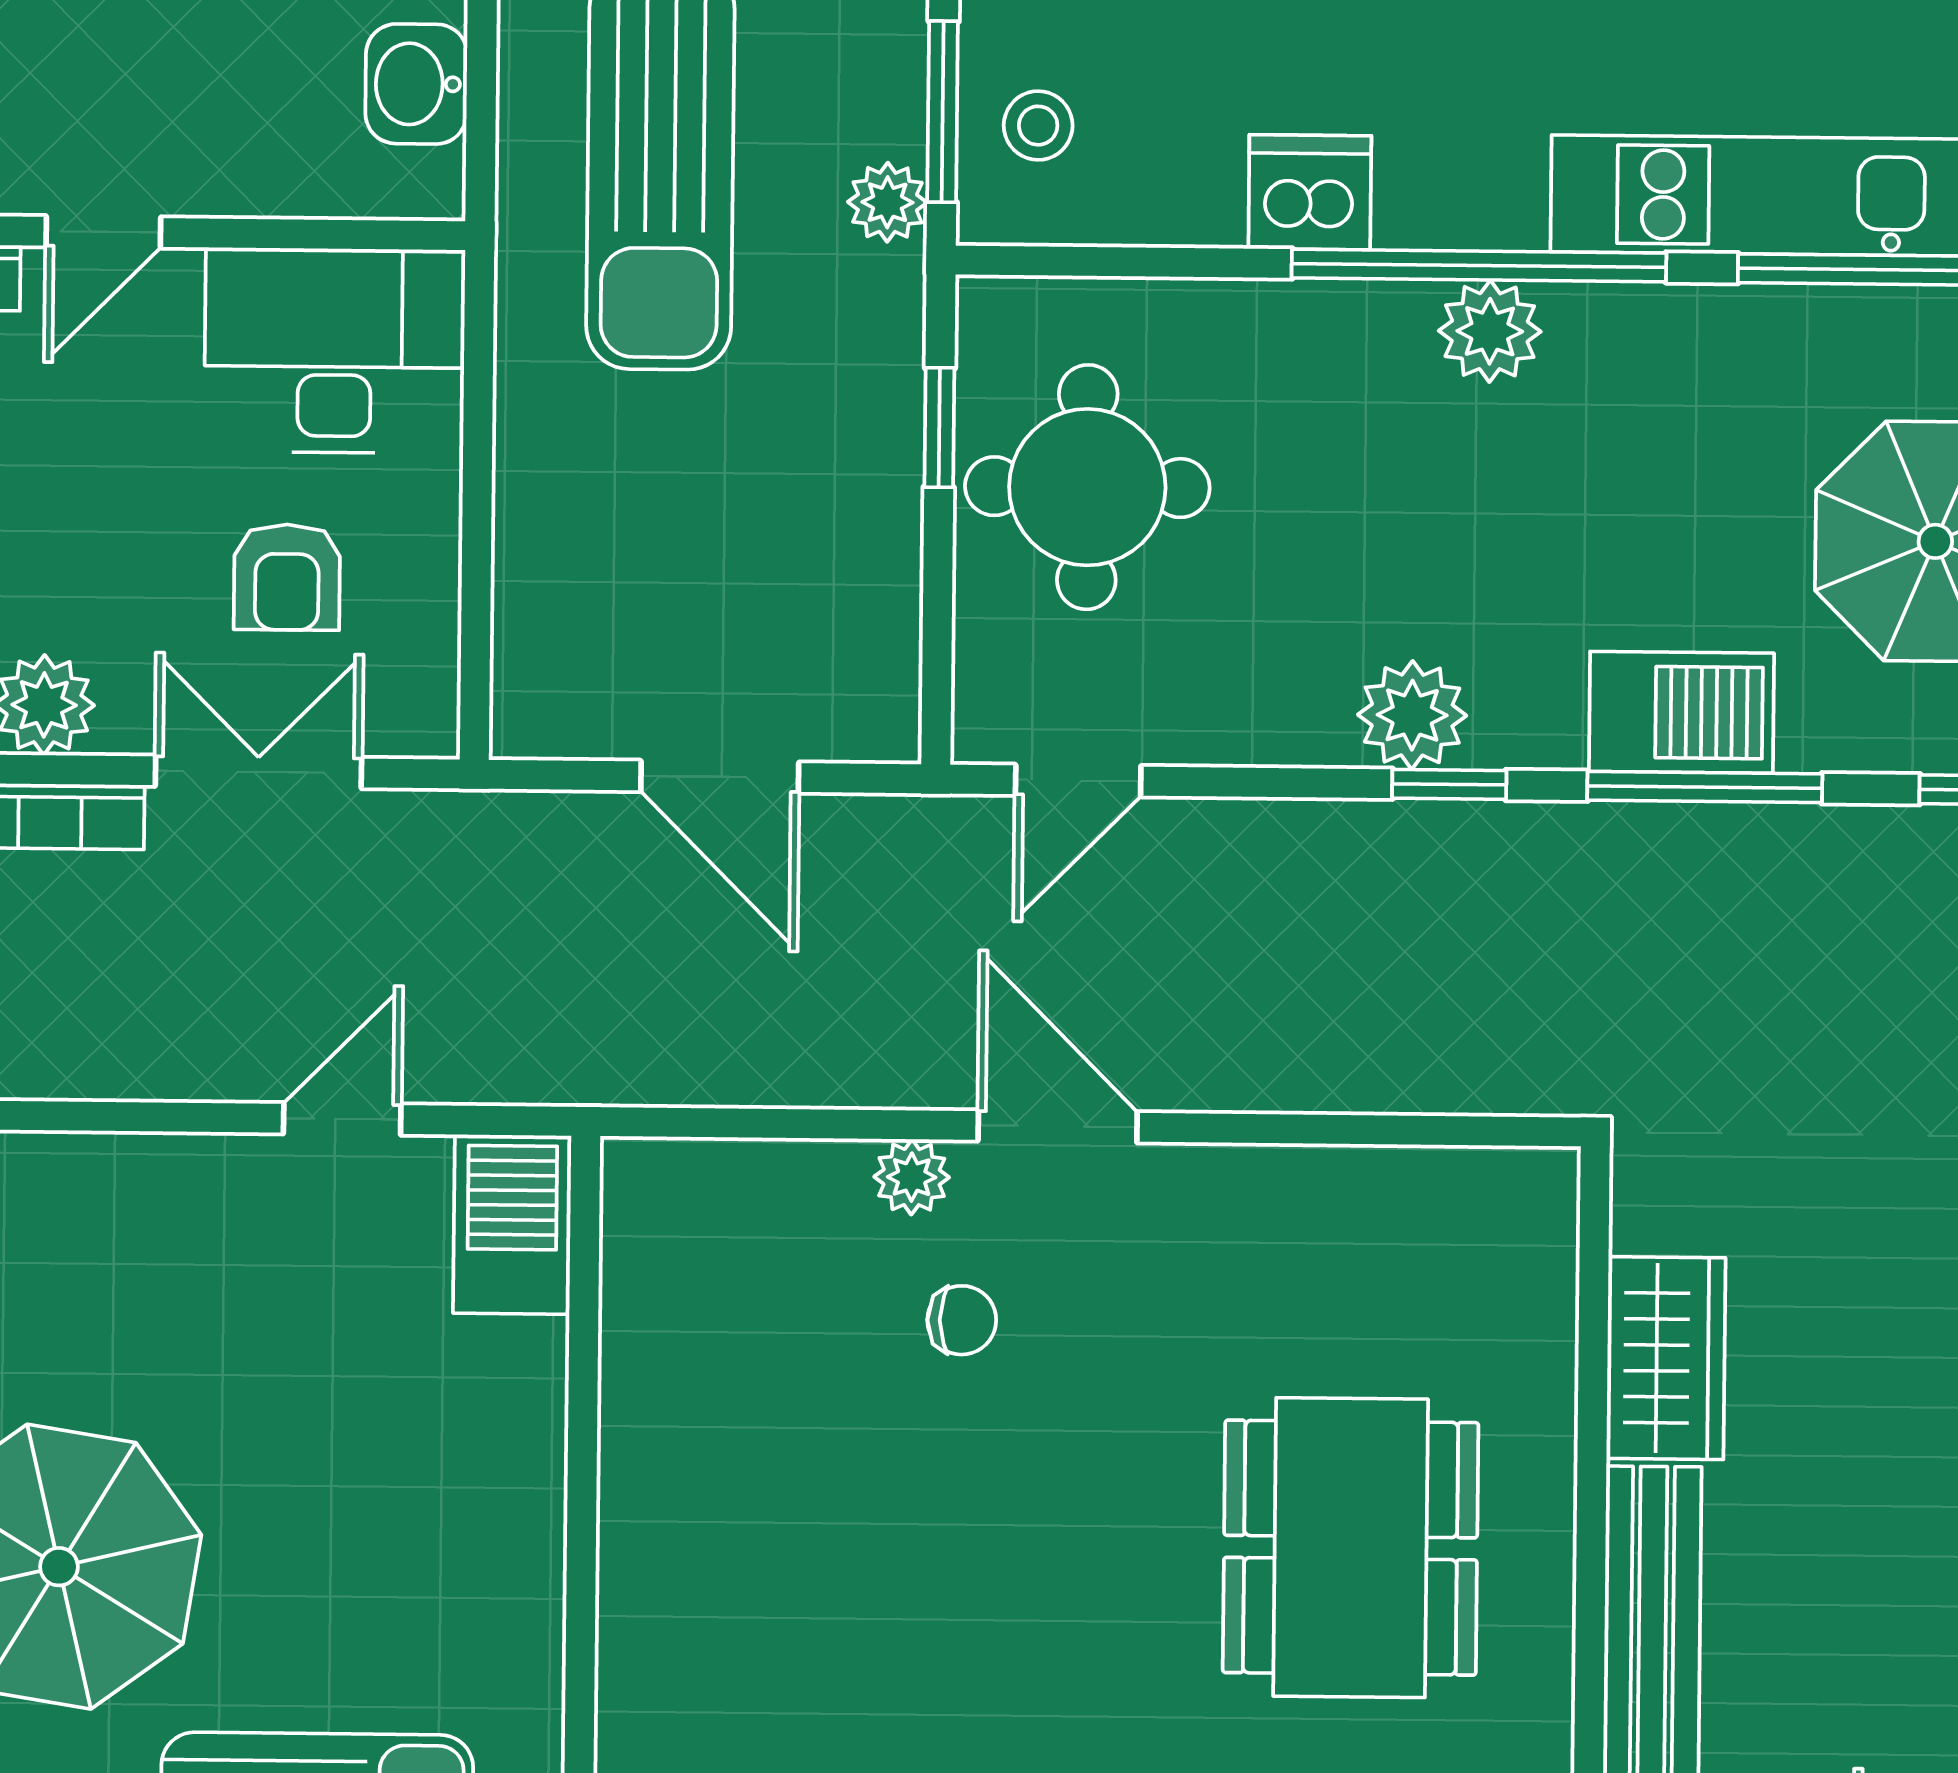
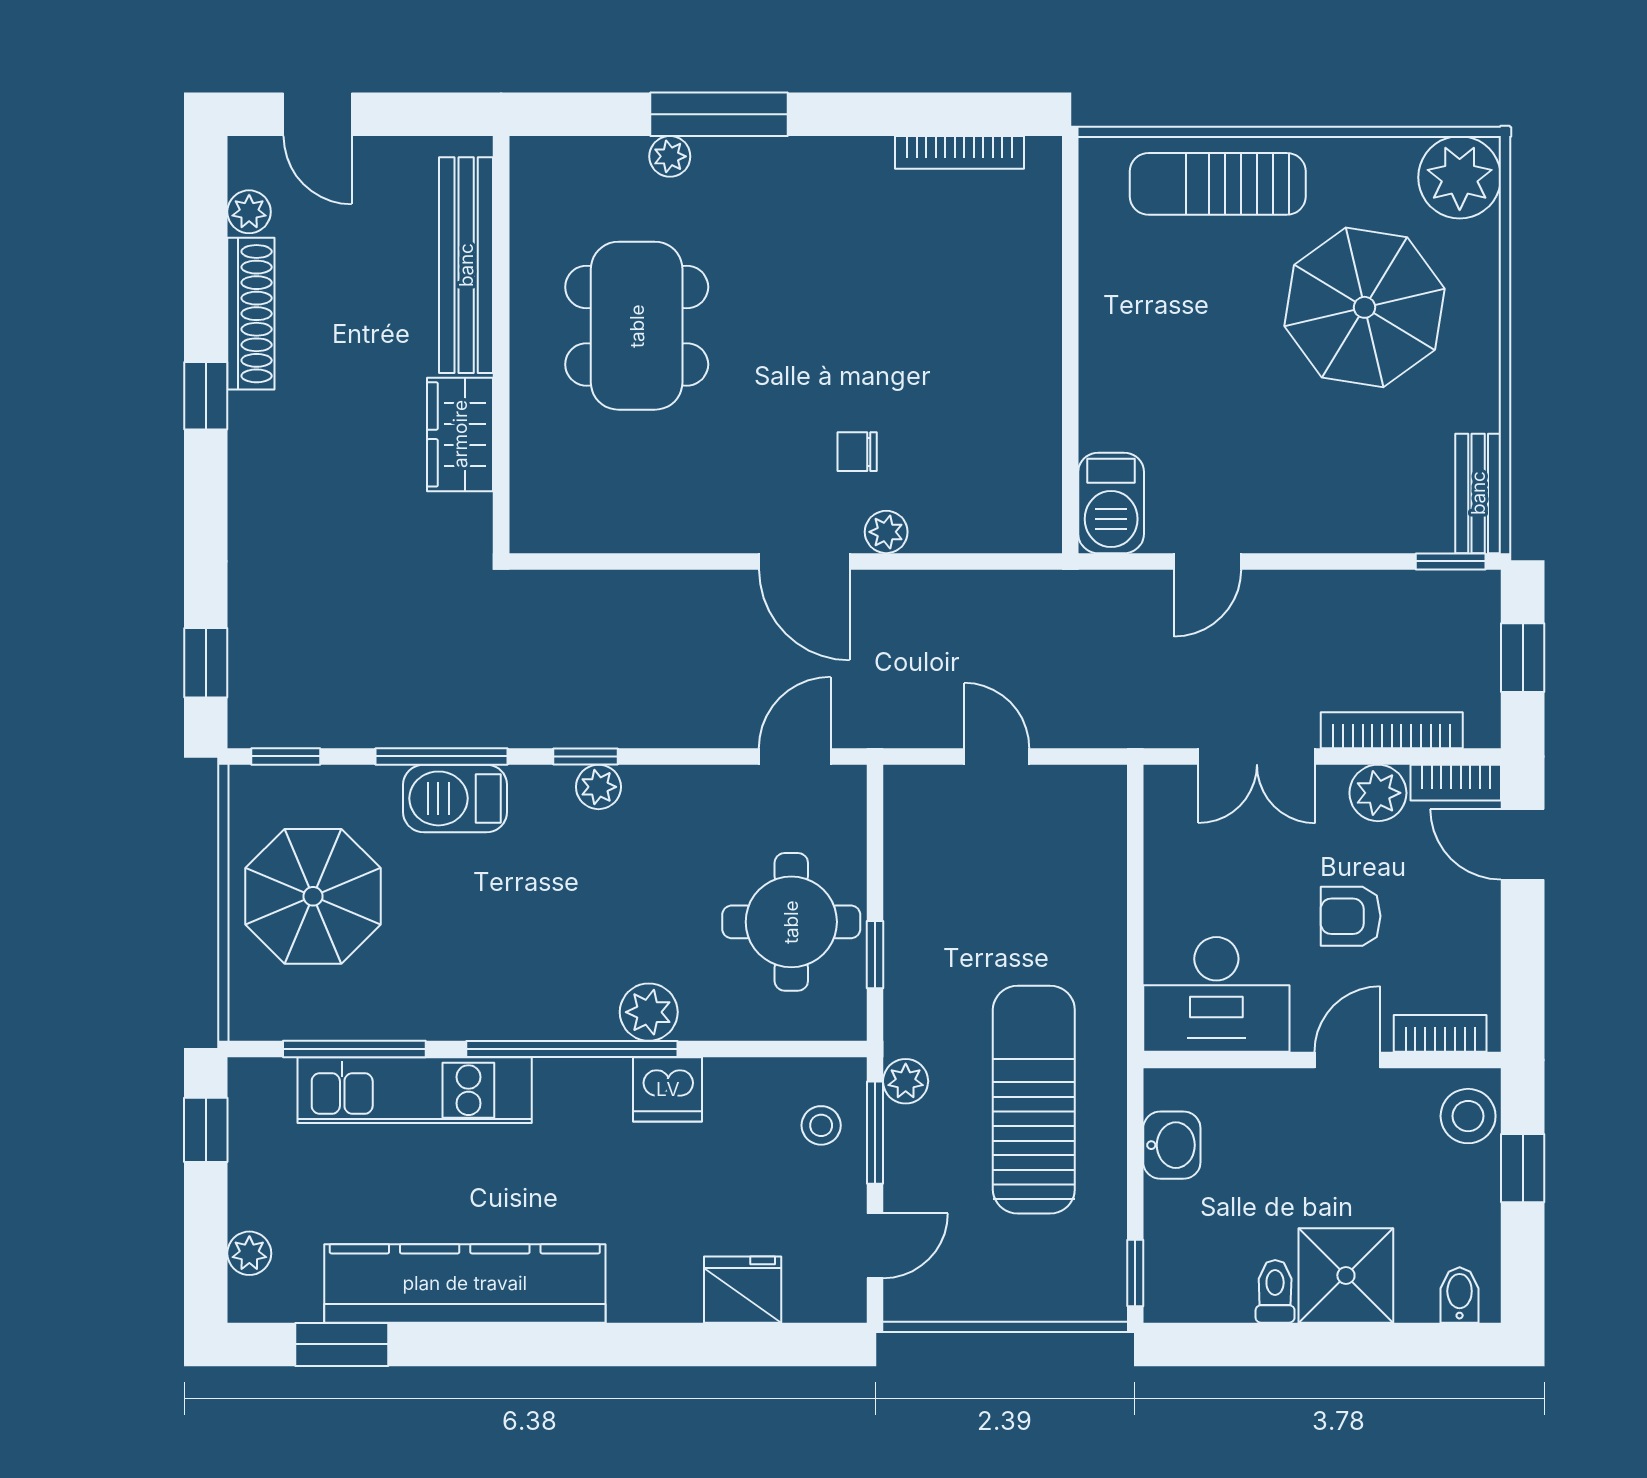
plant: (1490, 331) -> (649, 1012), moved
armchair: (287, 577) -> (1351, 916), moved, turned -90
plant: (1412, 715) -> (598, 787), width x0.73, depth x0.73
door: (720, 777) -> (997, 756), width x0.73

